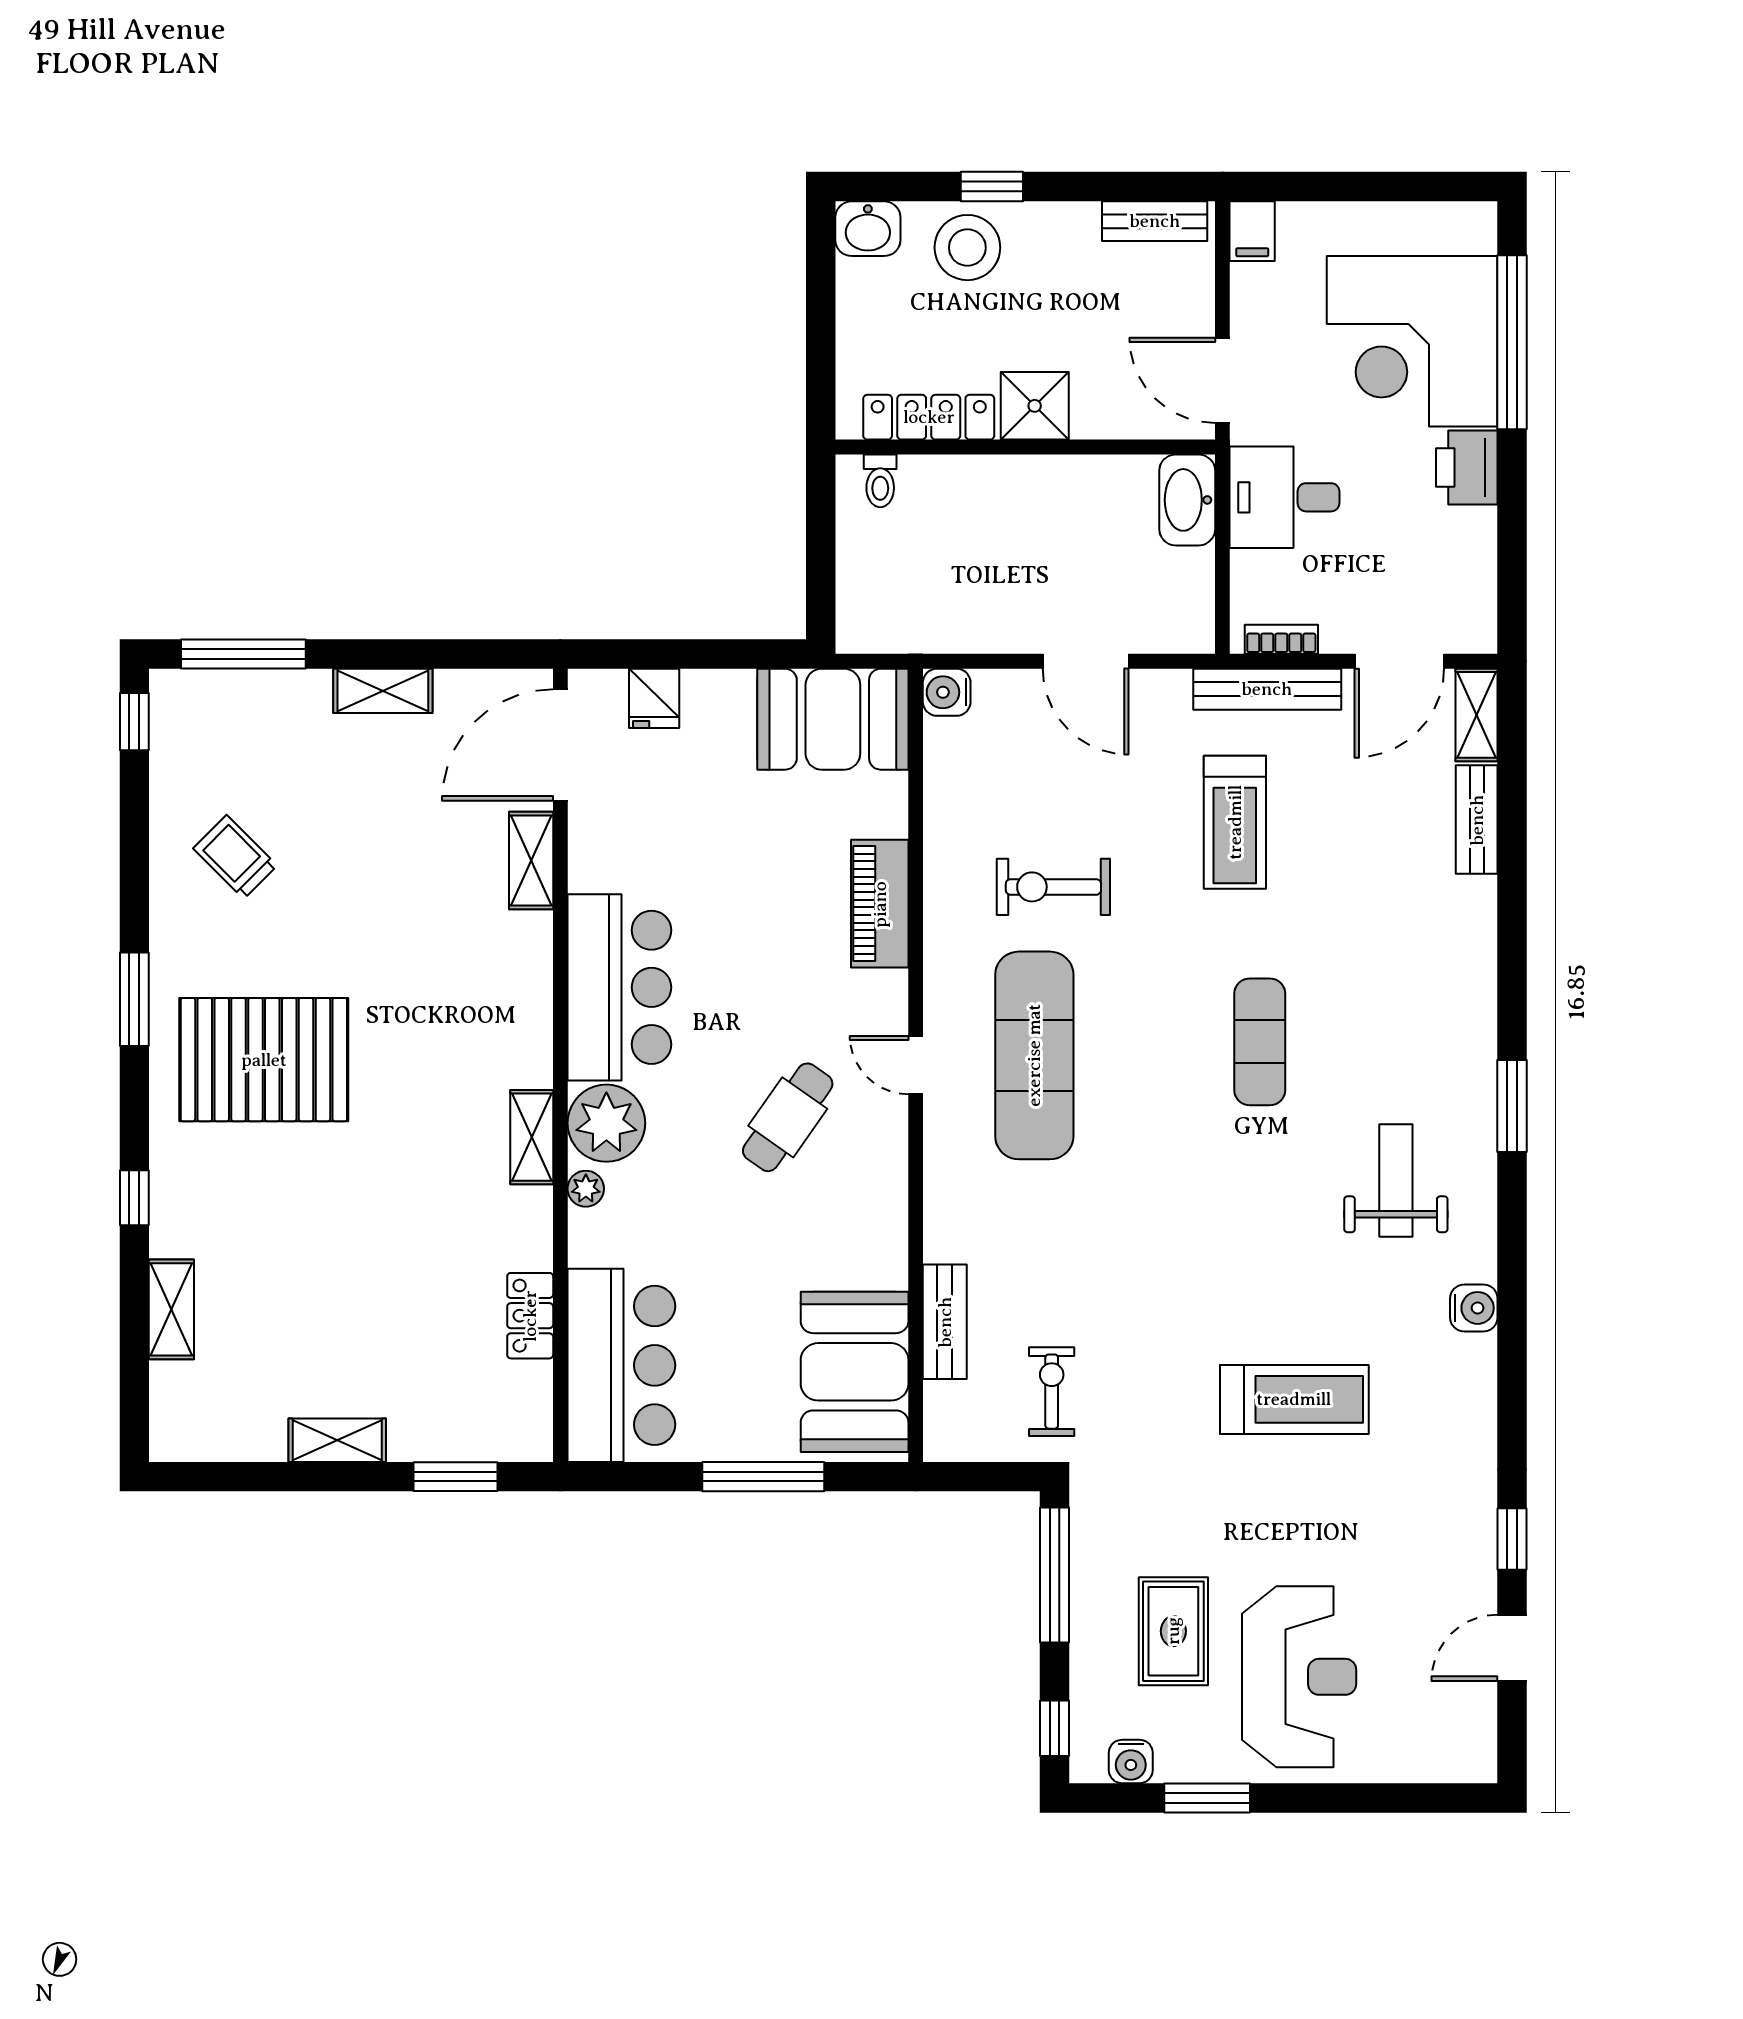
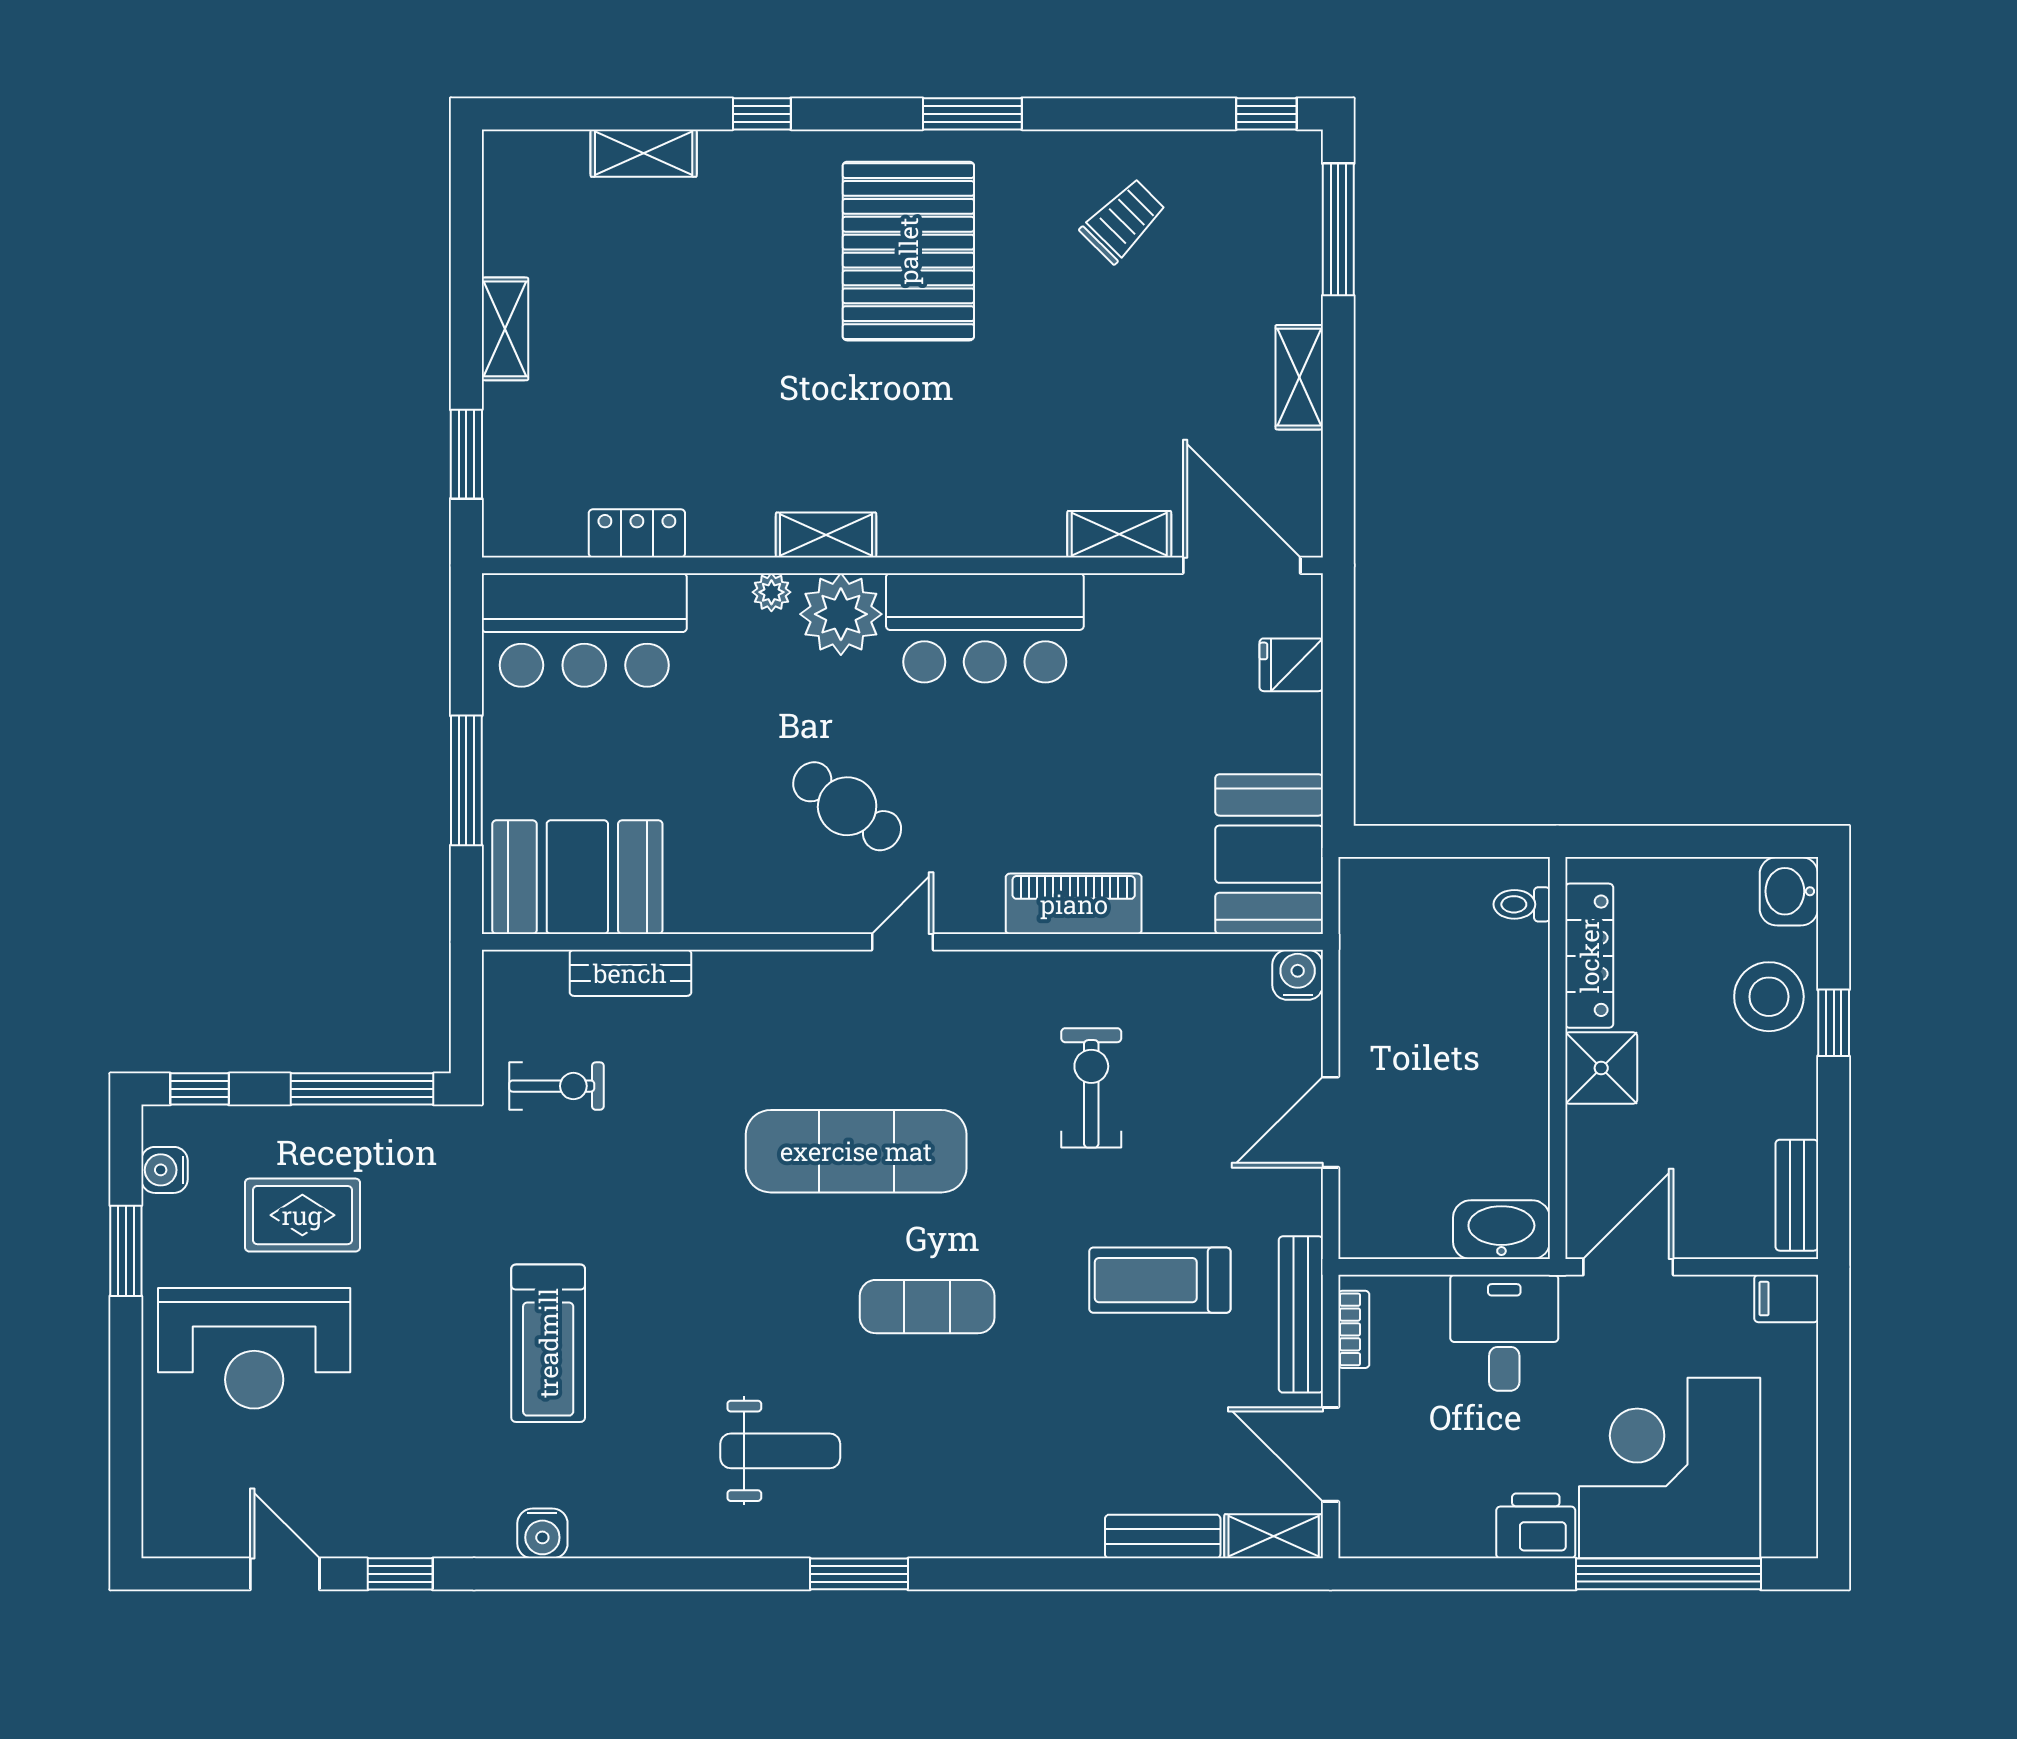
exercise mat: (1034, 1055) -> (856, 1151), moved
water cooler: (1474, 1308) -> (542, 1533), moved

